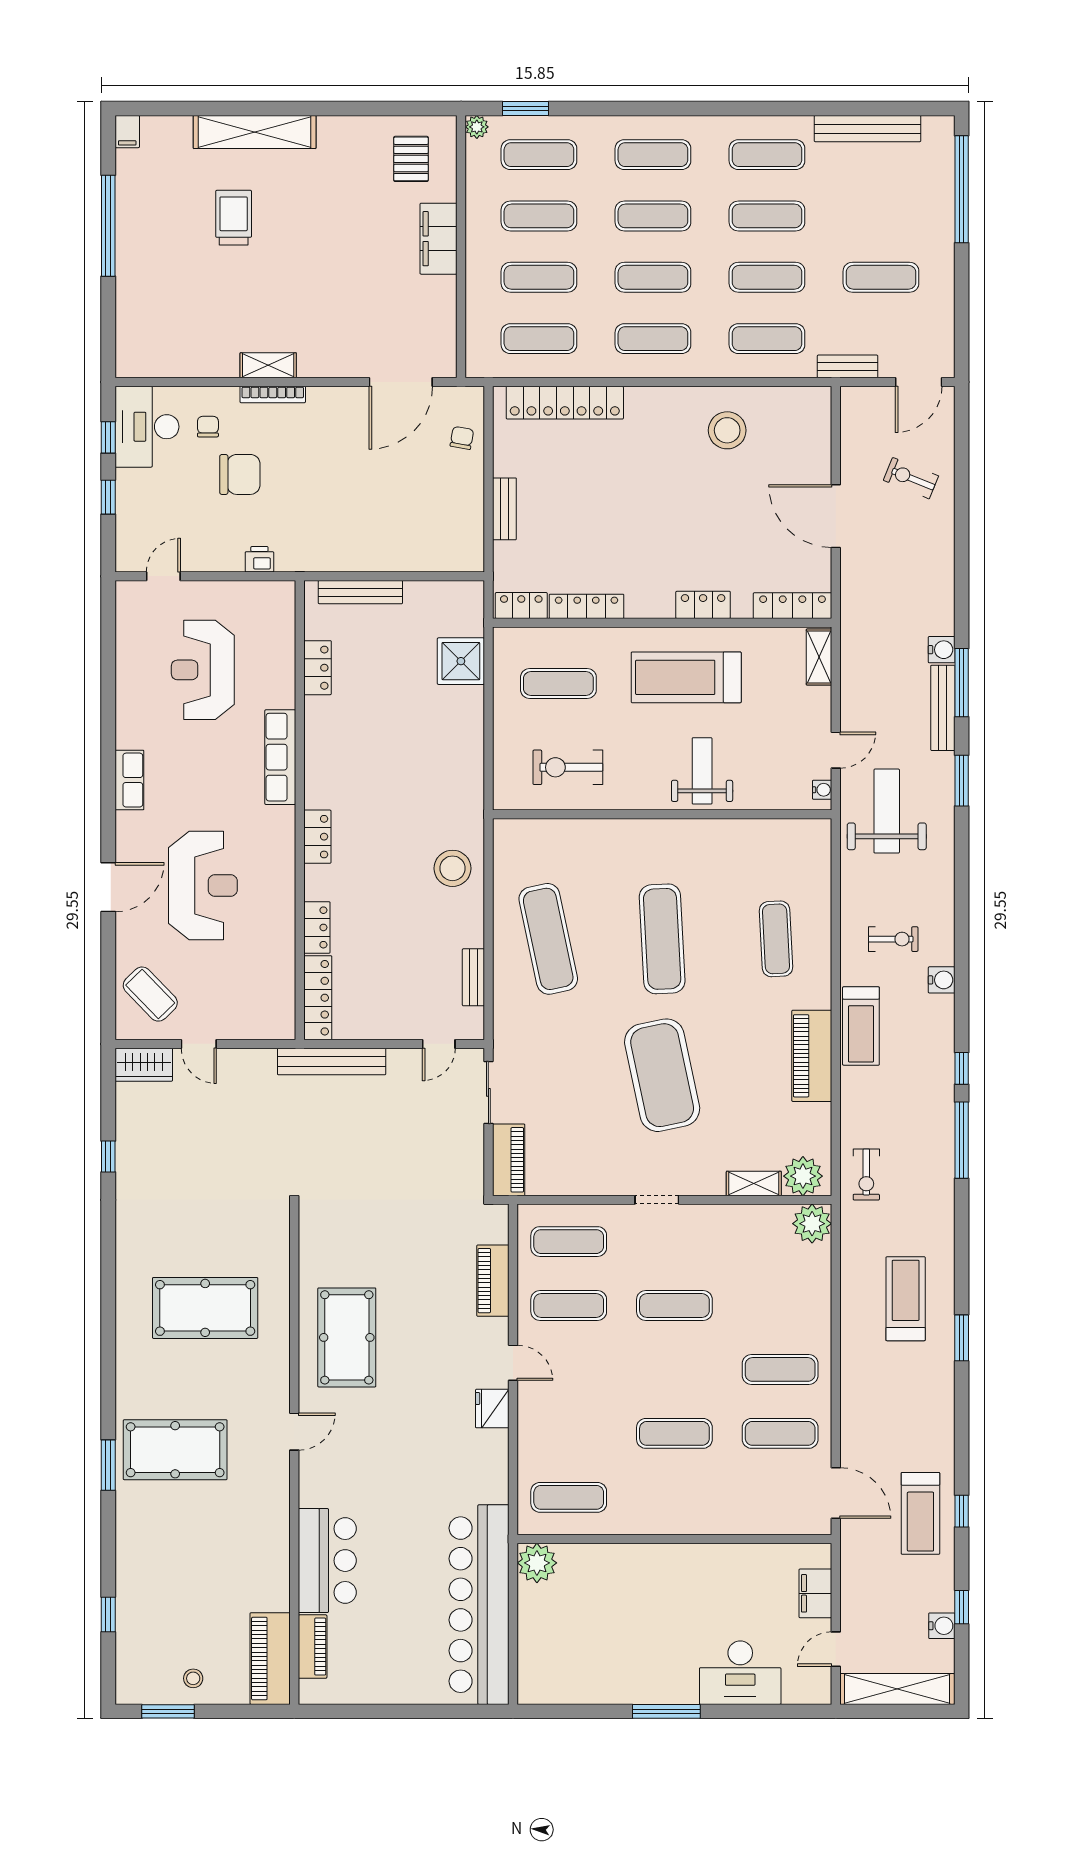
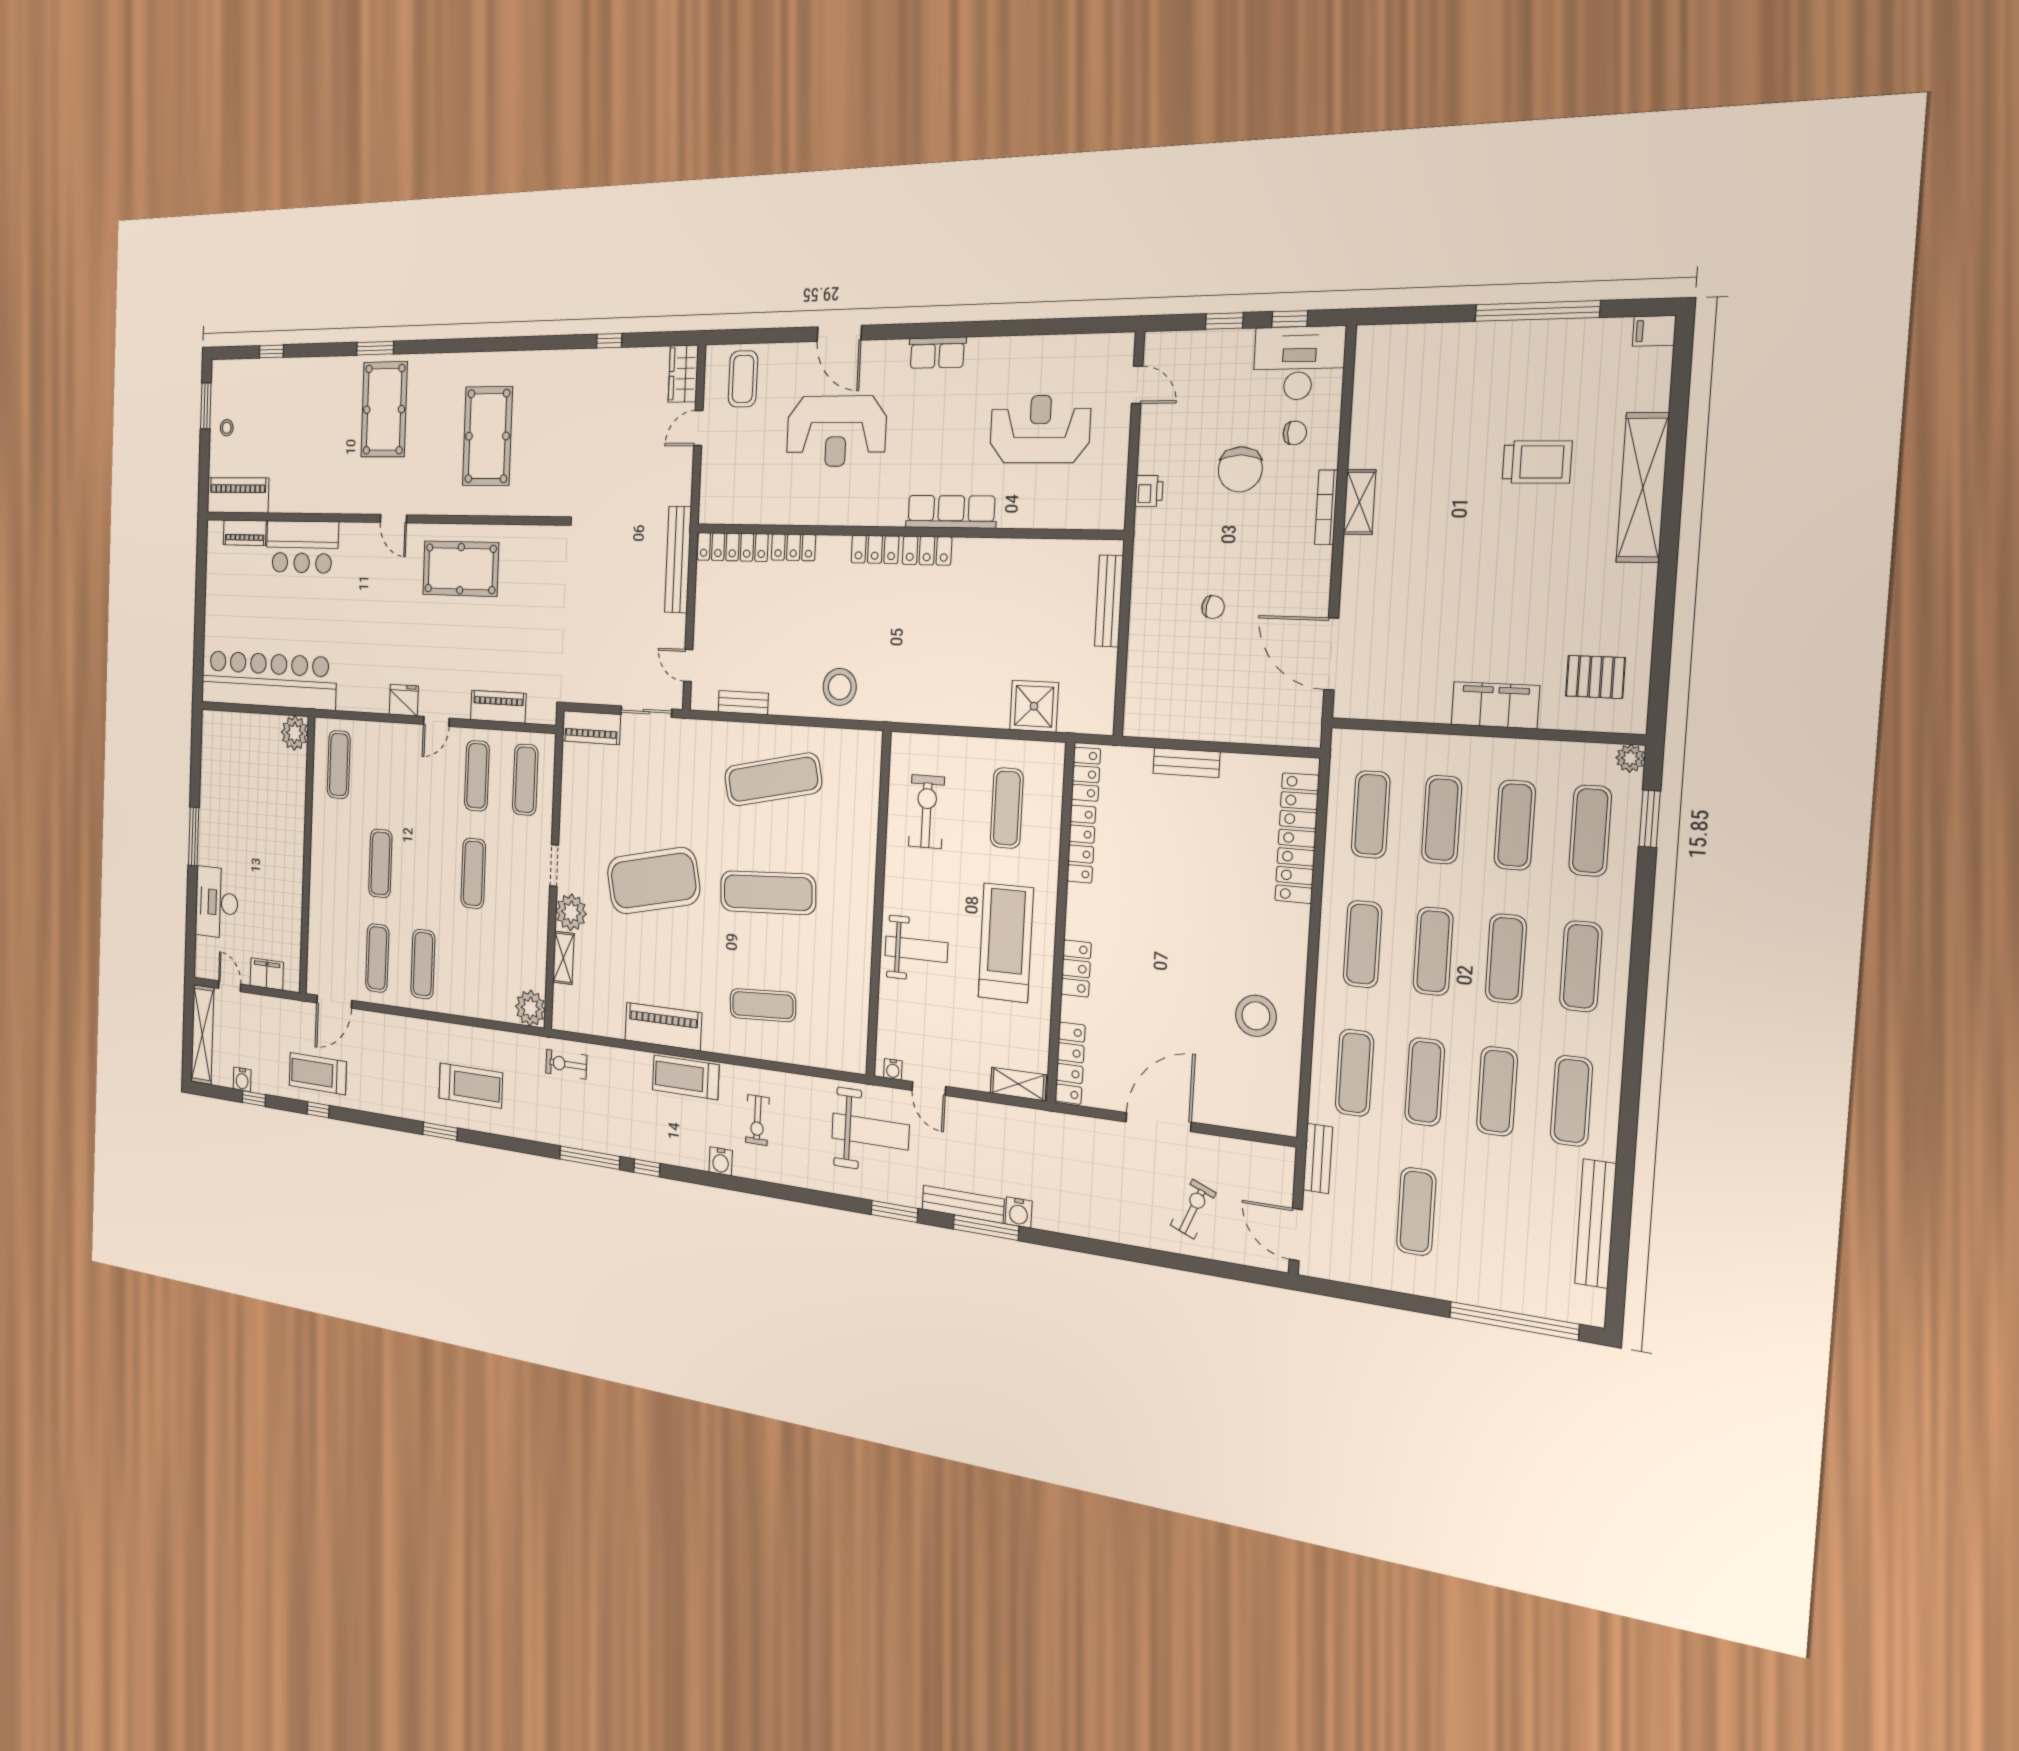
chair: (462, 438) -> (1213, 607), moved
locker: (317, 668) -> (927, 551), moved
coffee table: (150, 994) -> (743, 379), turned -46
plant: (803, 1176) -> (571, 912), moved

